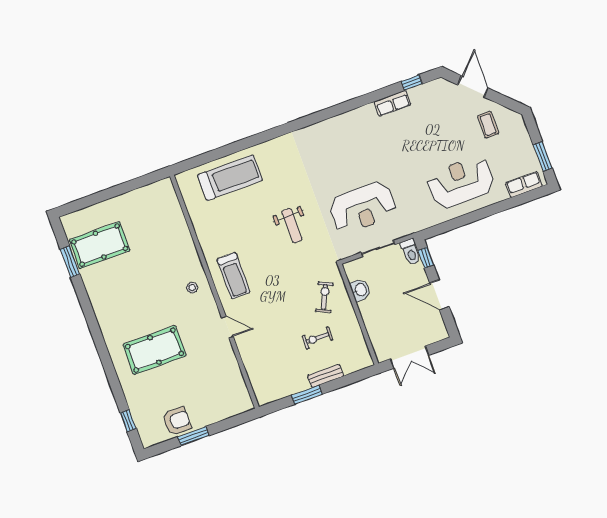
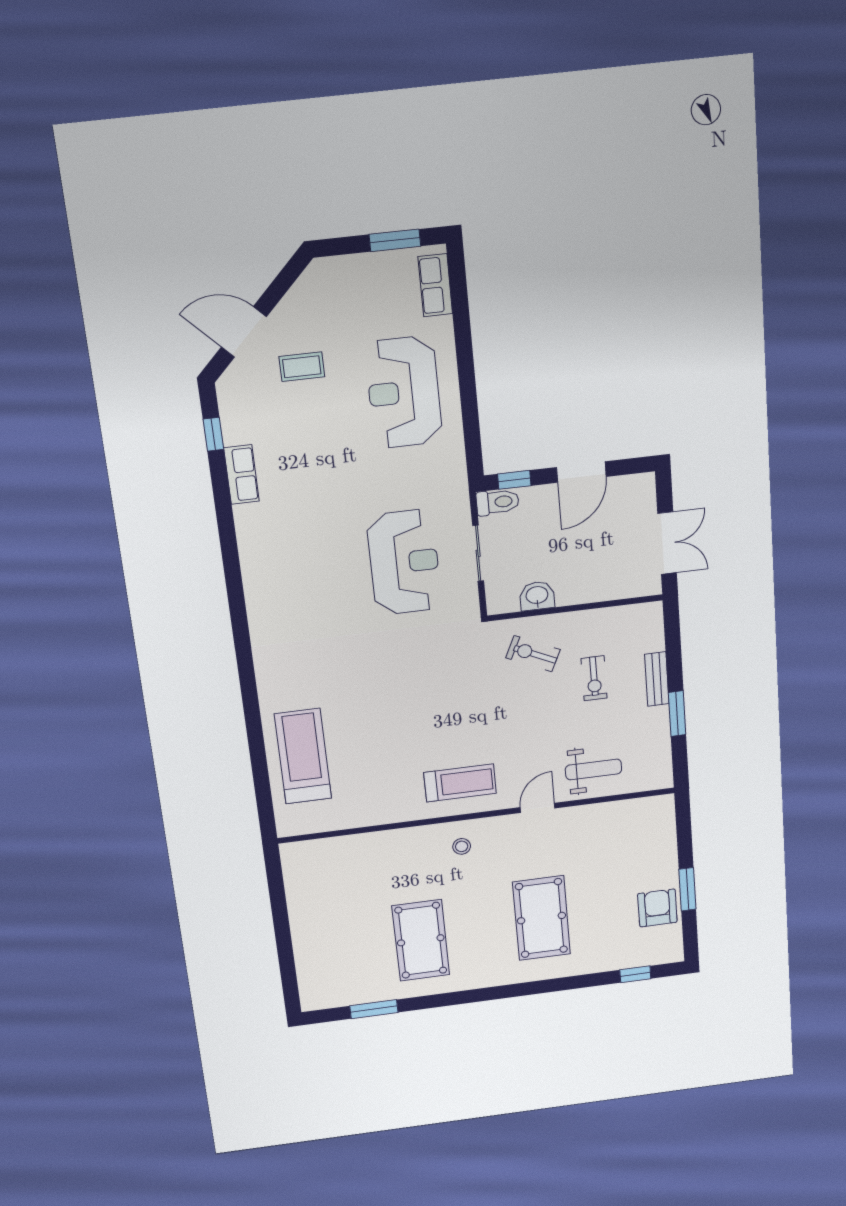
coffee table: (488, 125) -> (302, 367), moved
weight bench: (292, 226) -> (594, 769), moved
pool table: (100, 245) -> (421, 940), moved

